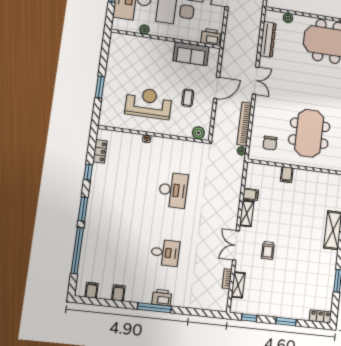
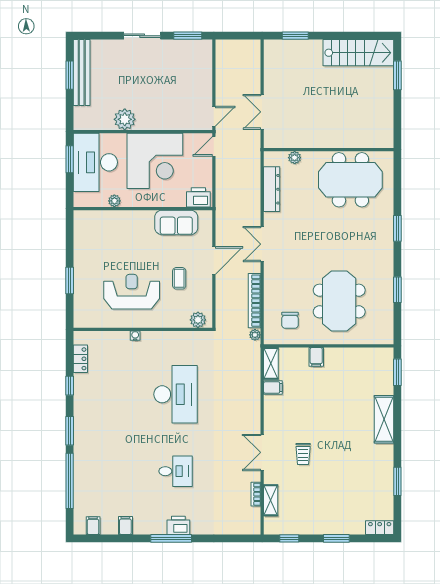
double door: (256, 81) -> (262, 244), swing flipped
desk: (173, 190) -> (176, 394), width x1.36, depth x1.30
shelving: (247, 213) -> (271, 363), moved

